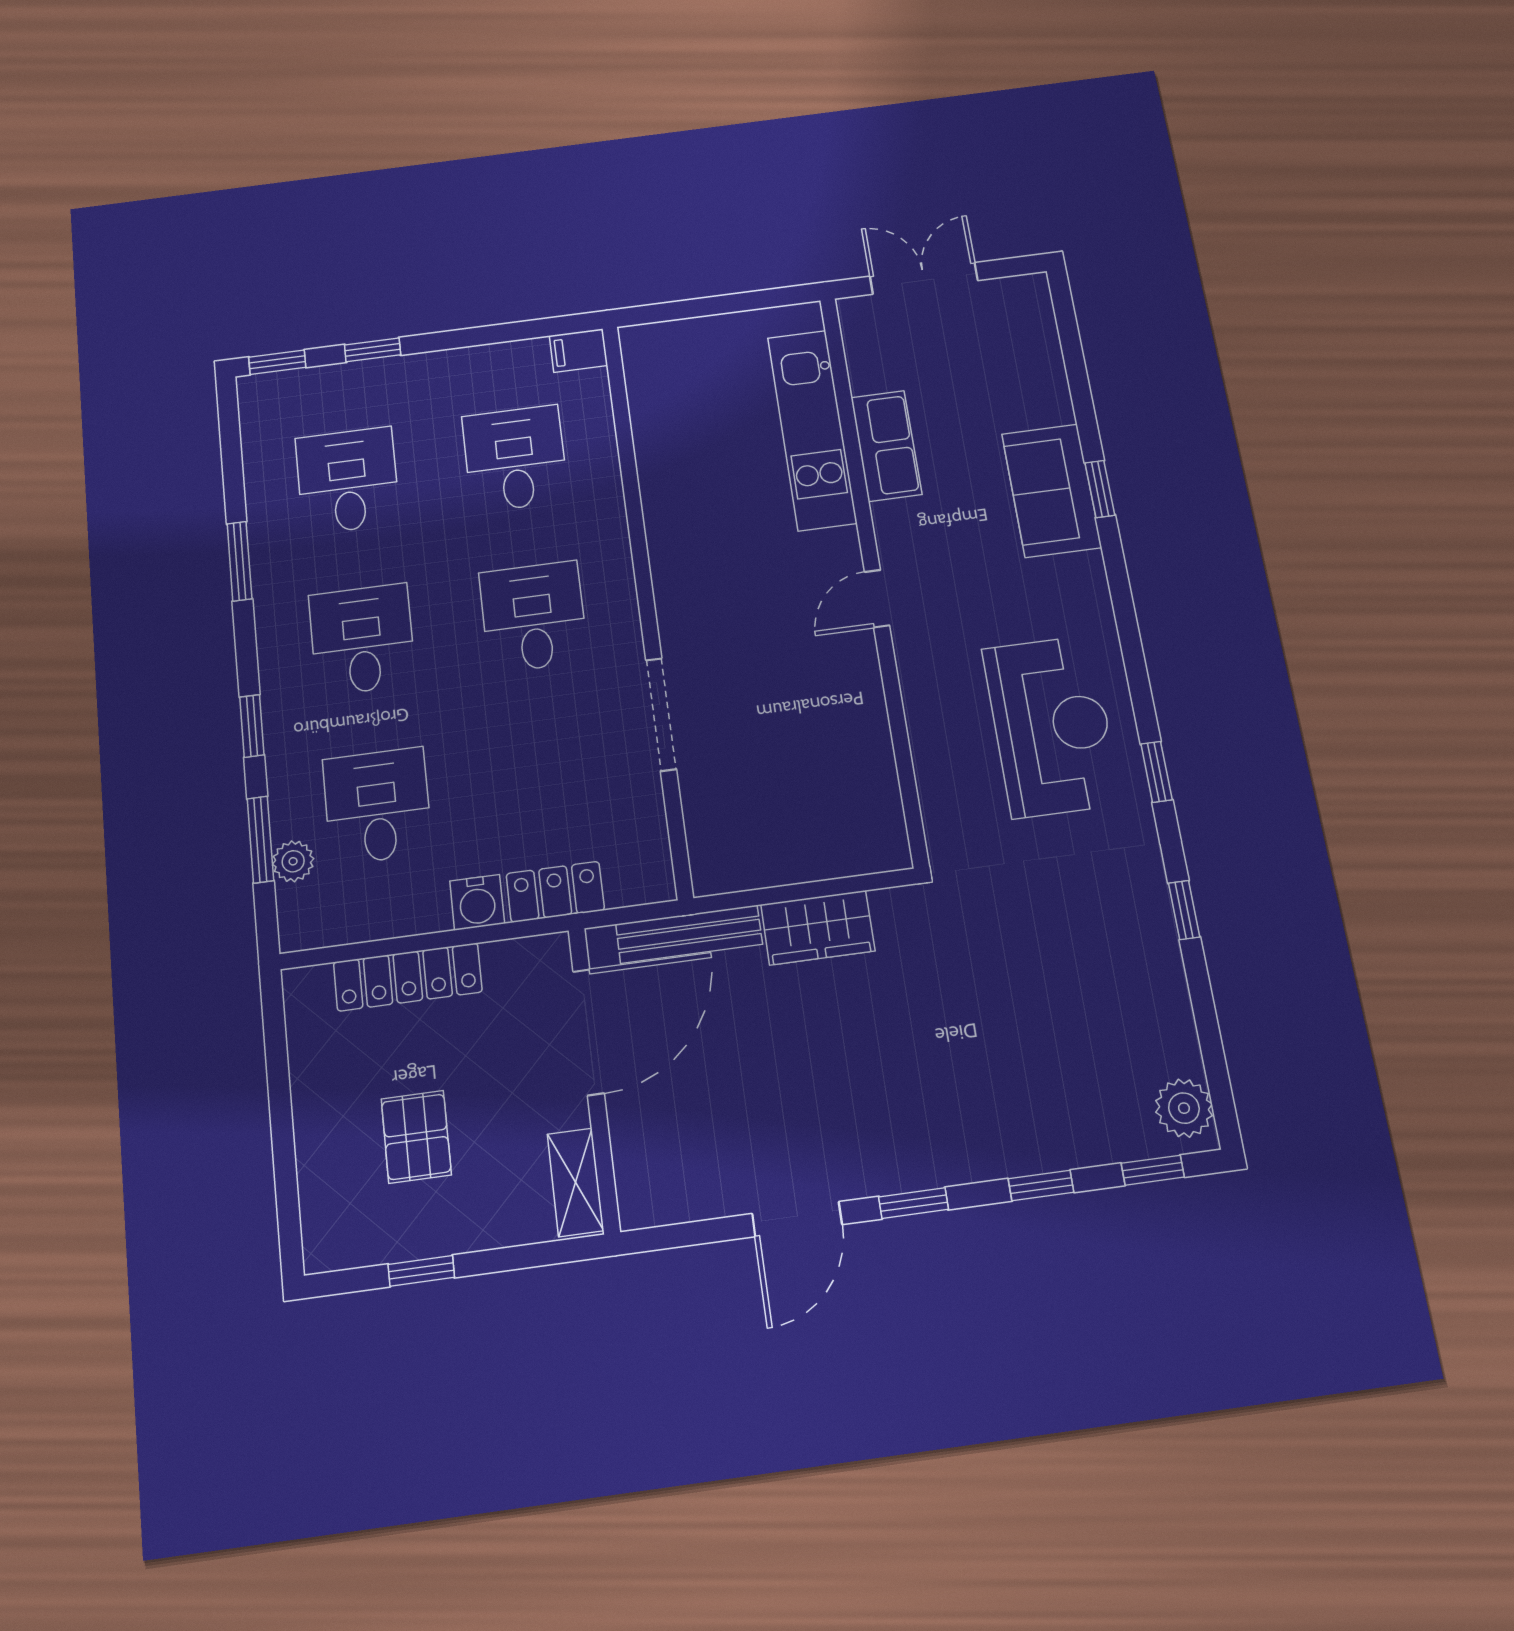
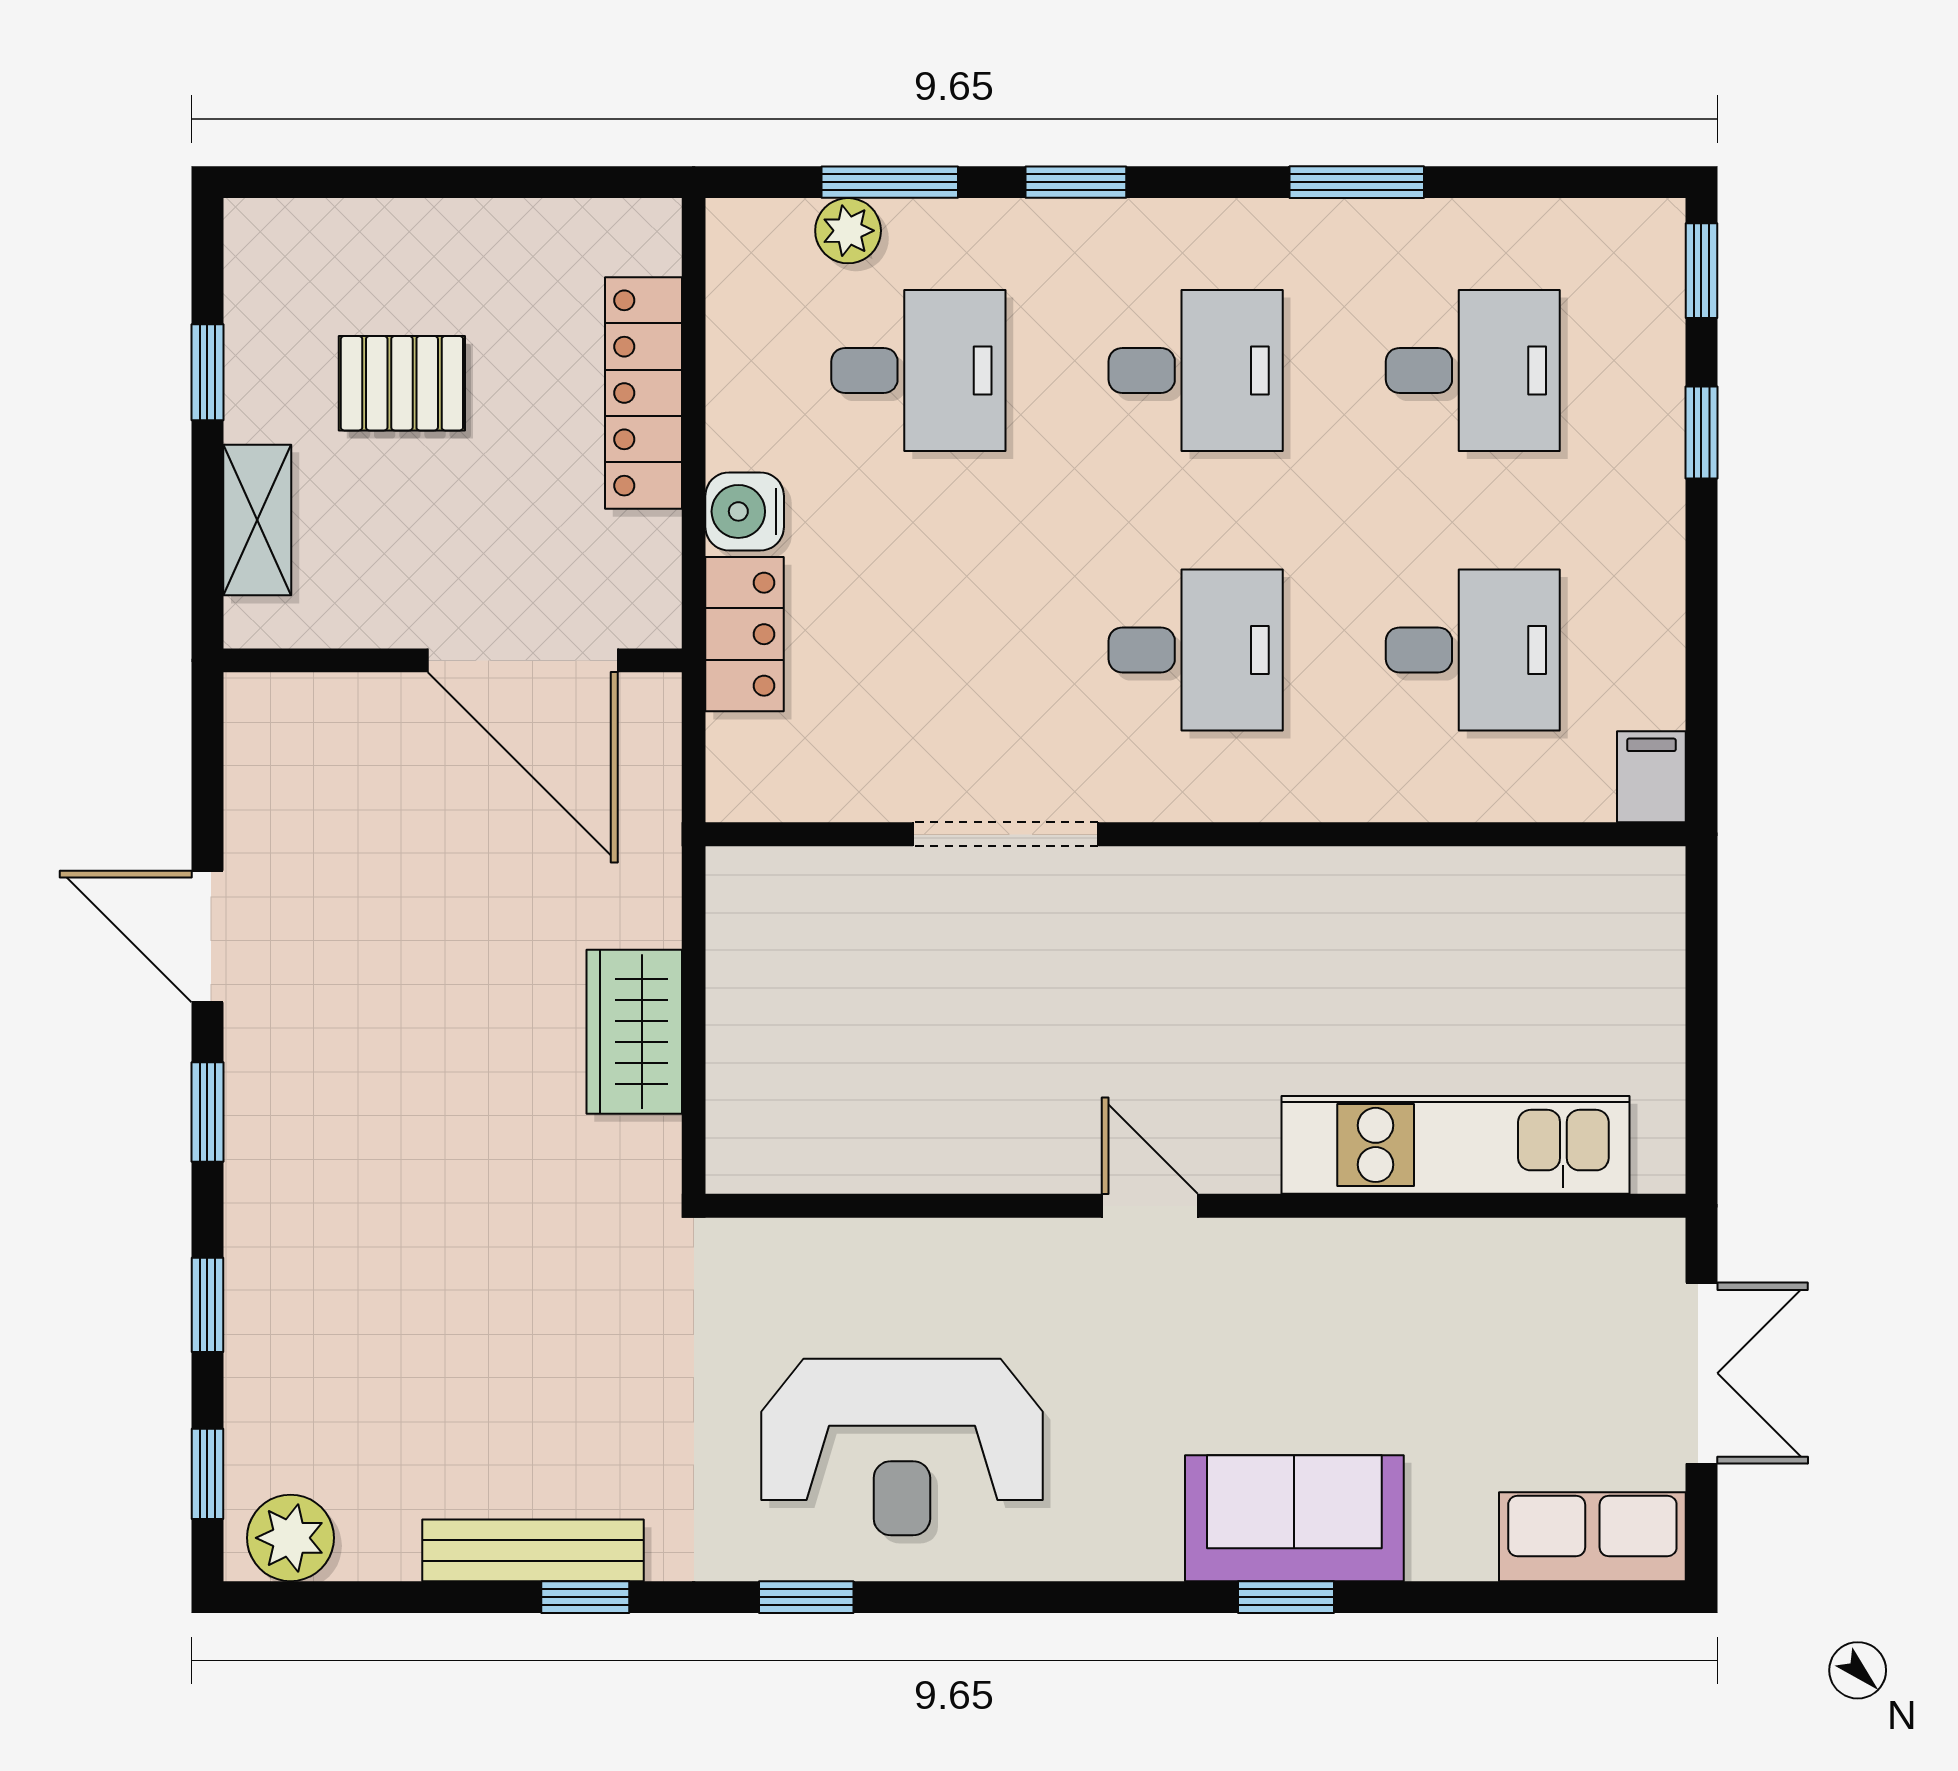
row of seats: (886, 446) -> (1592, 1537), moved, turned 180
bench: (689, 934) -> (533, 1550), moved, turned 90
shelving: (575, 1182) -> (257, 520), moved, turned 90

